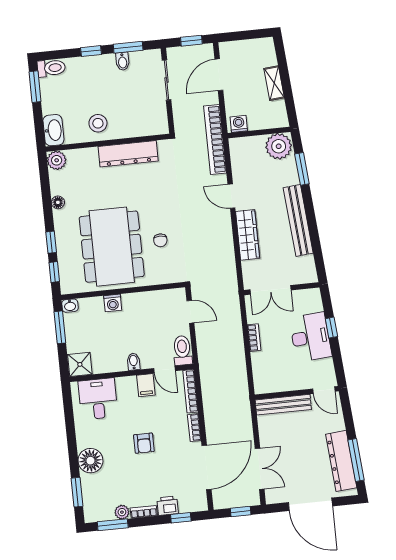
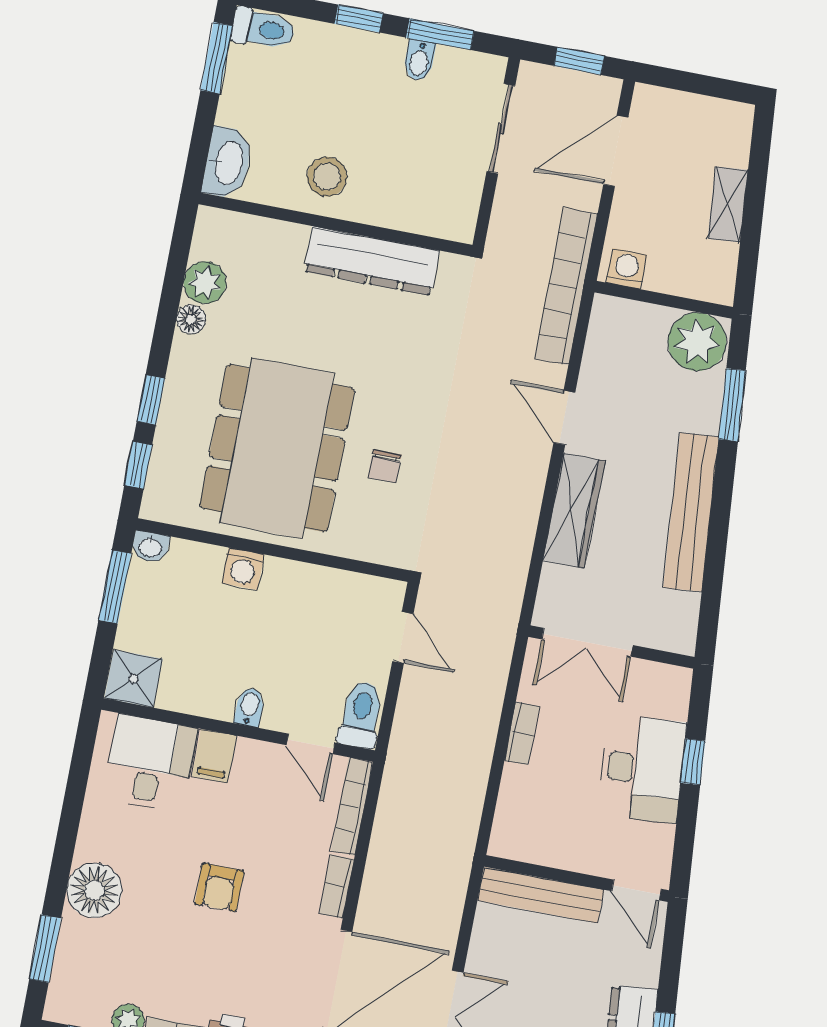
plant: (57, 160) -> (205, 283), moved
filing cabinet: (146, 385) -> (214, 756), moved

